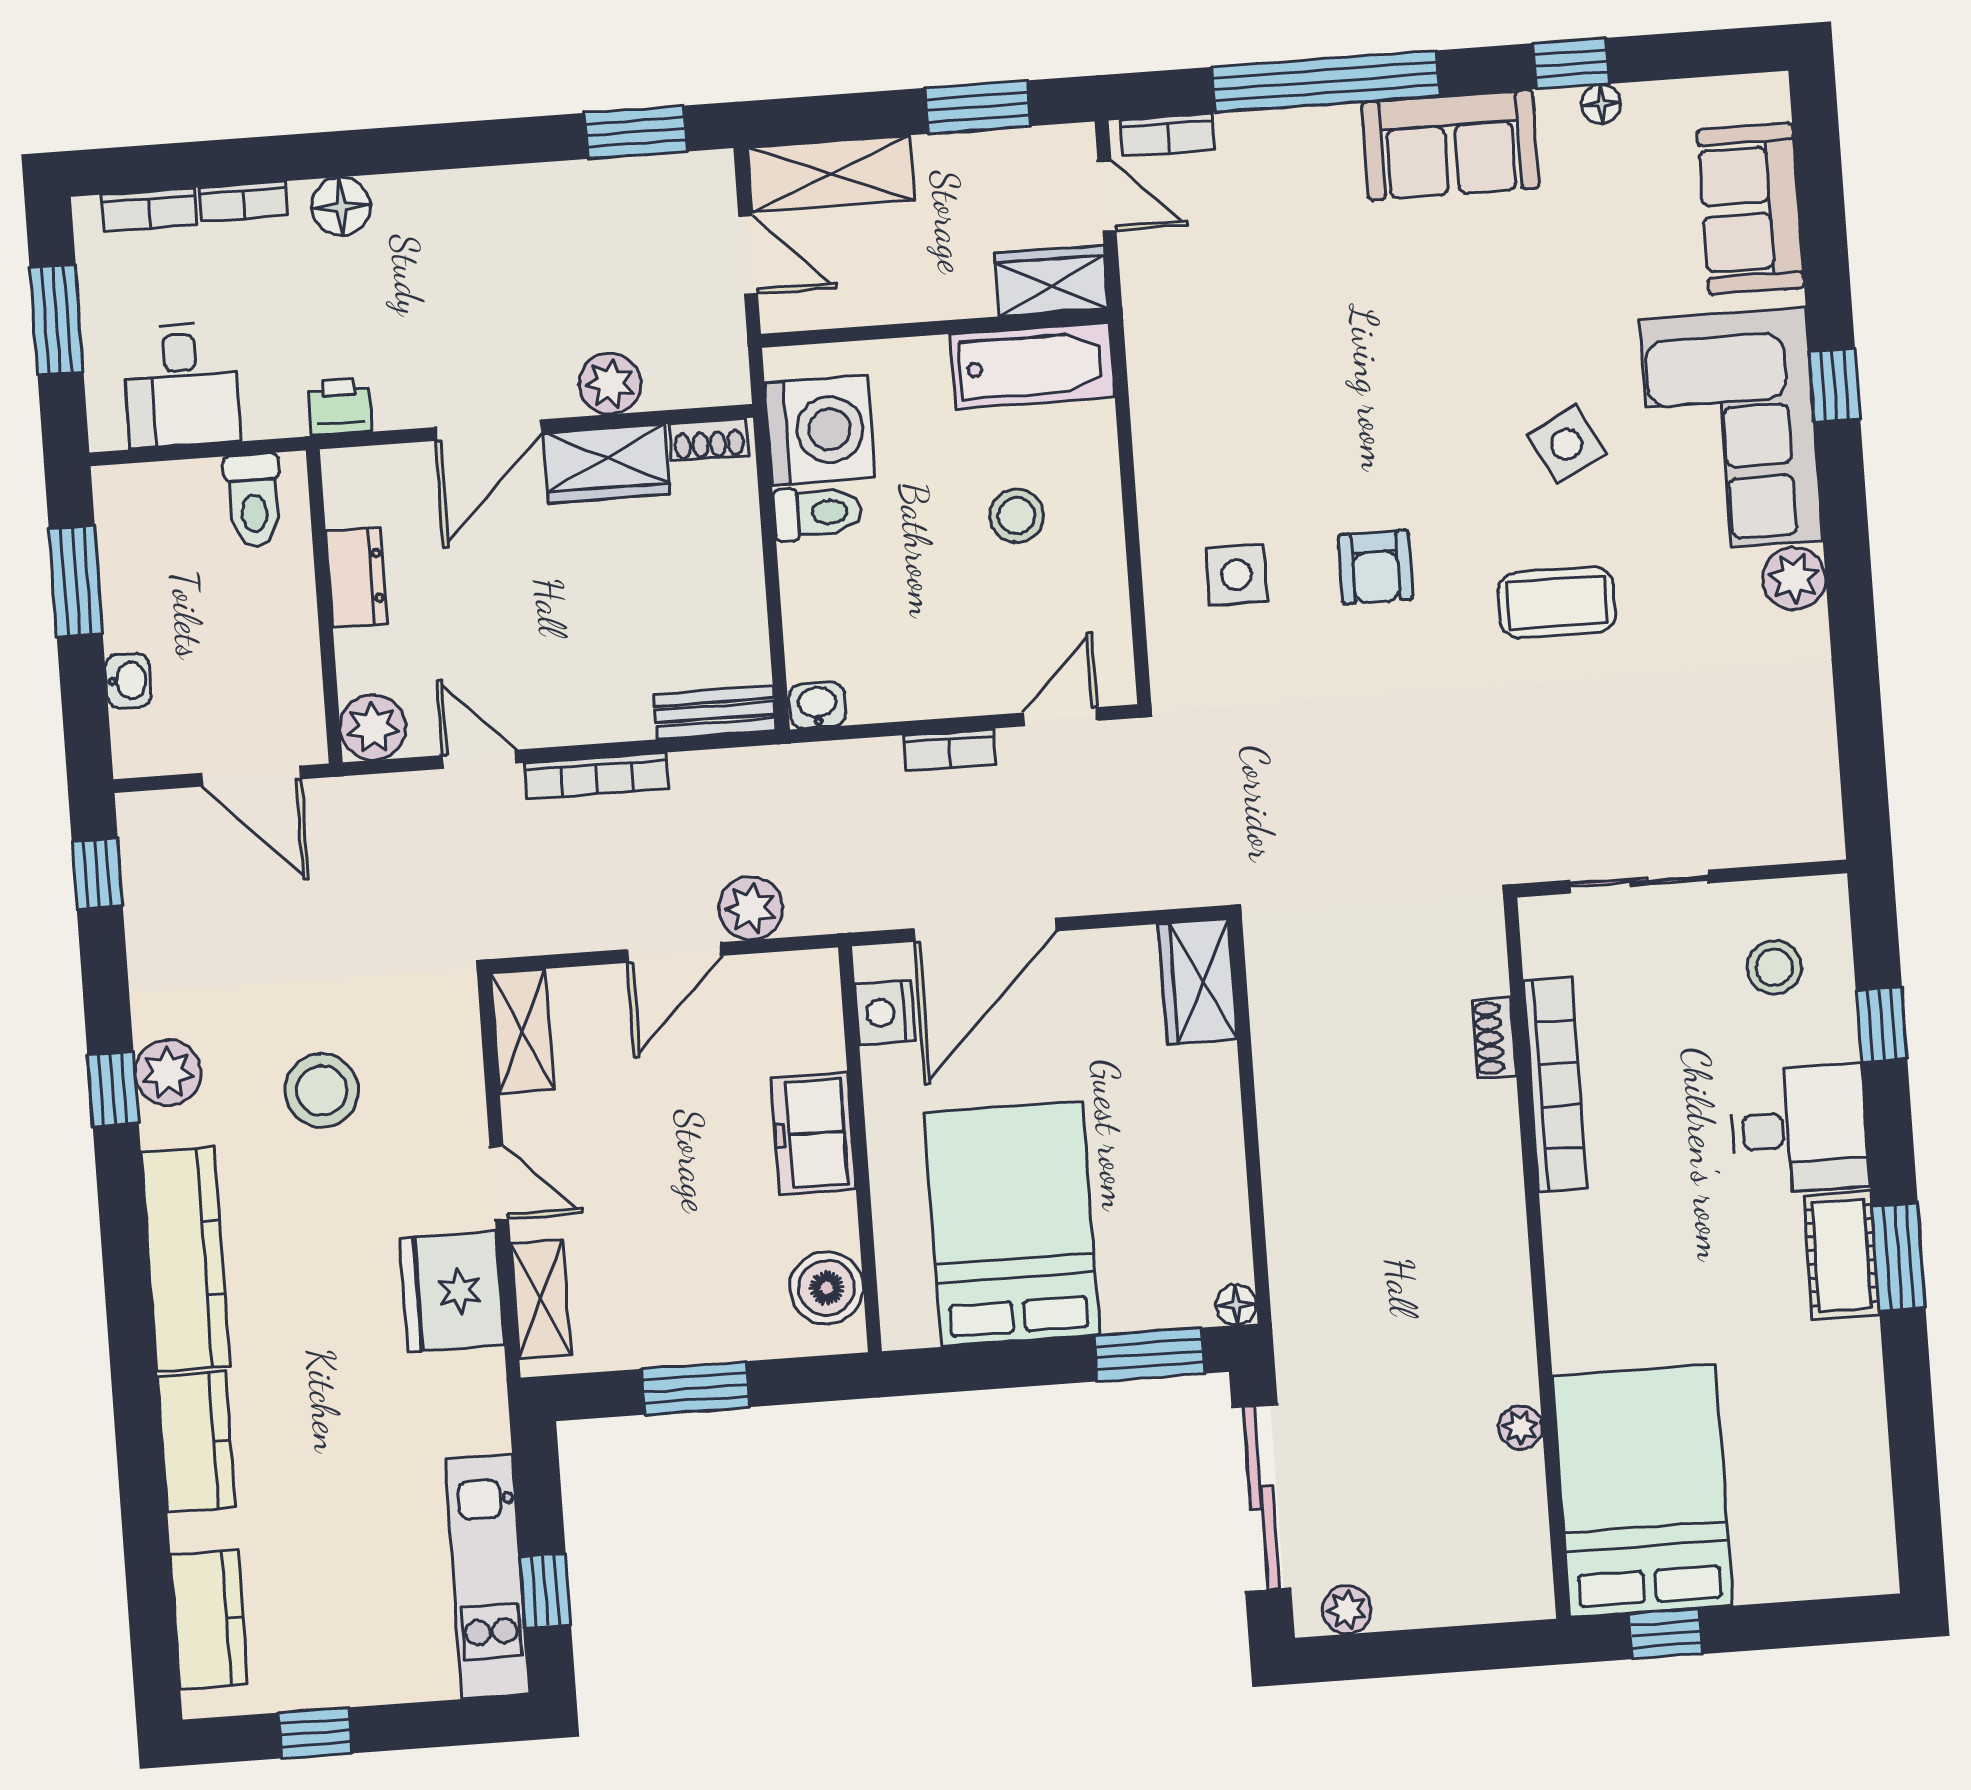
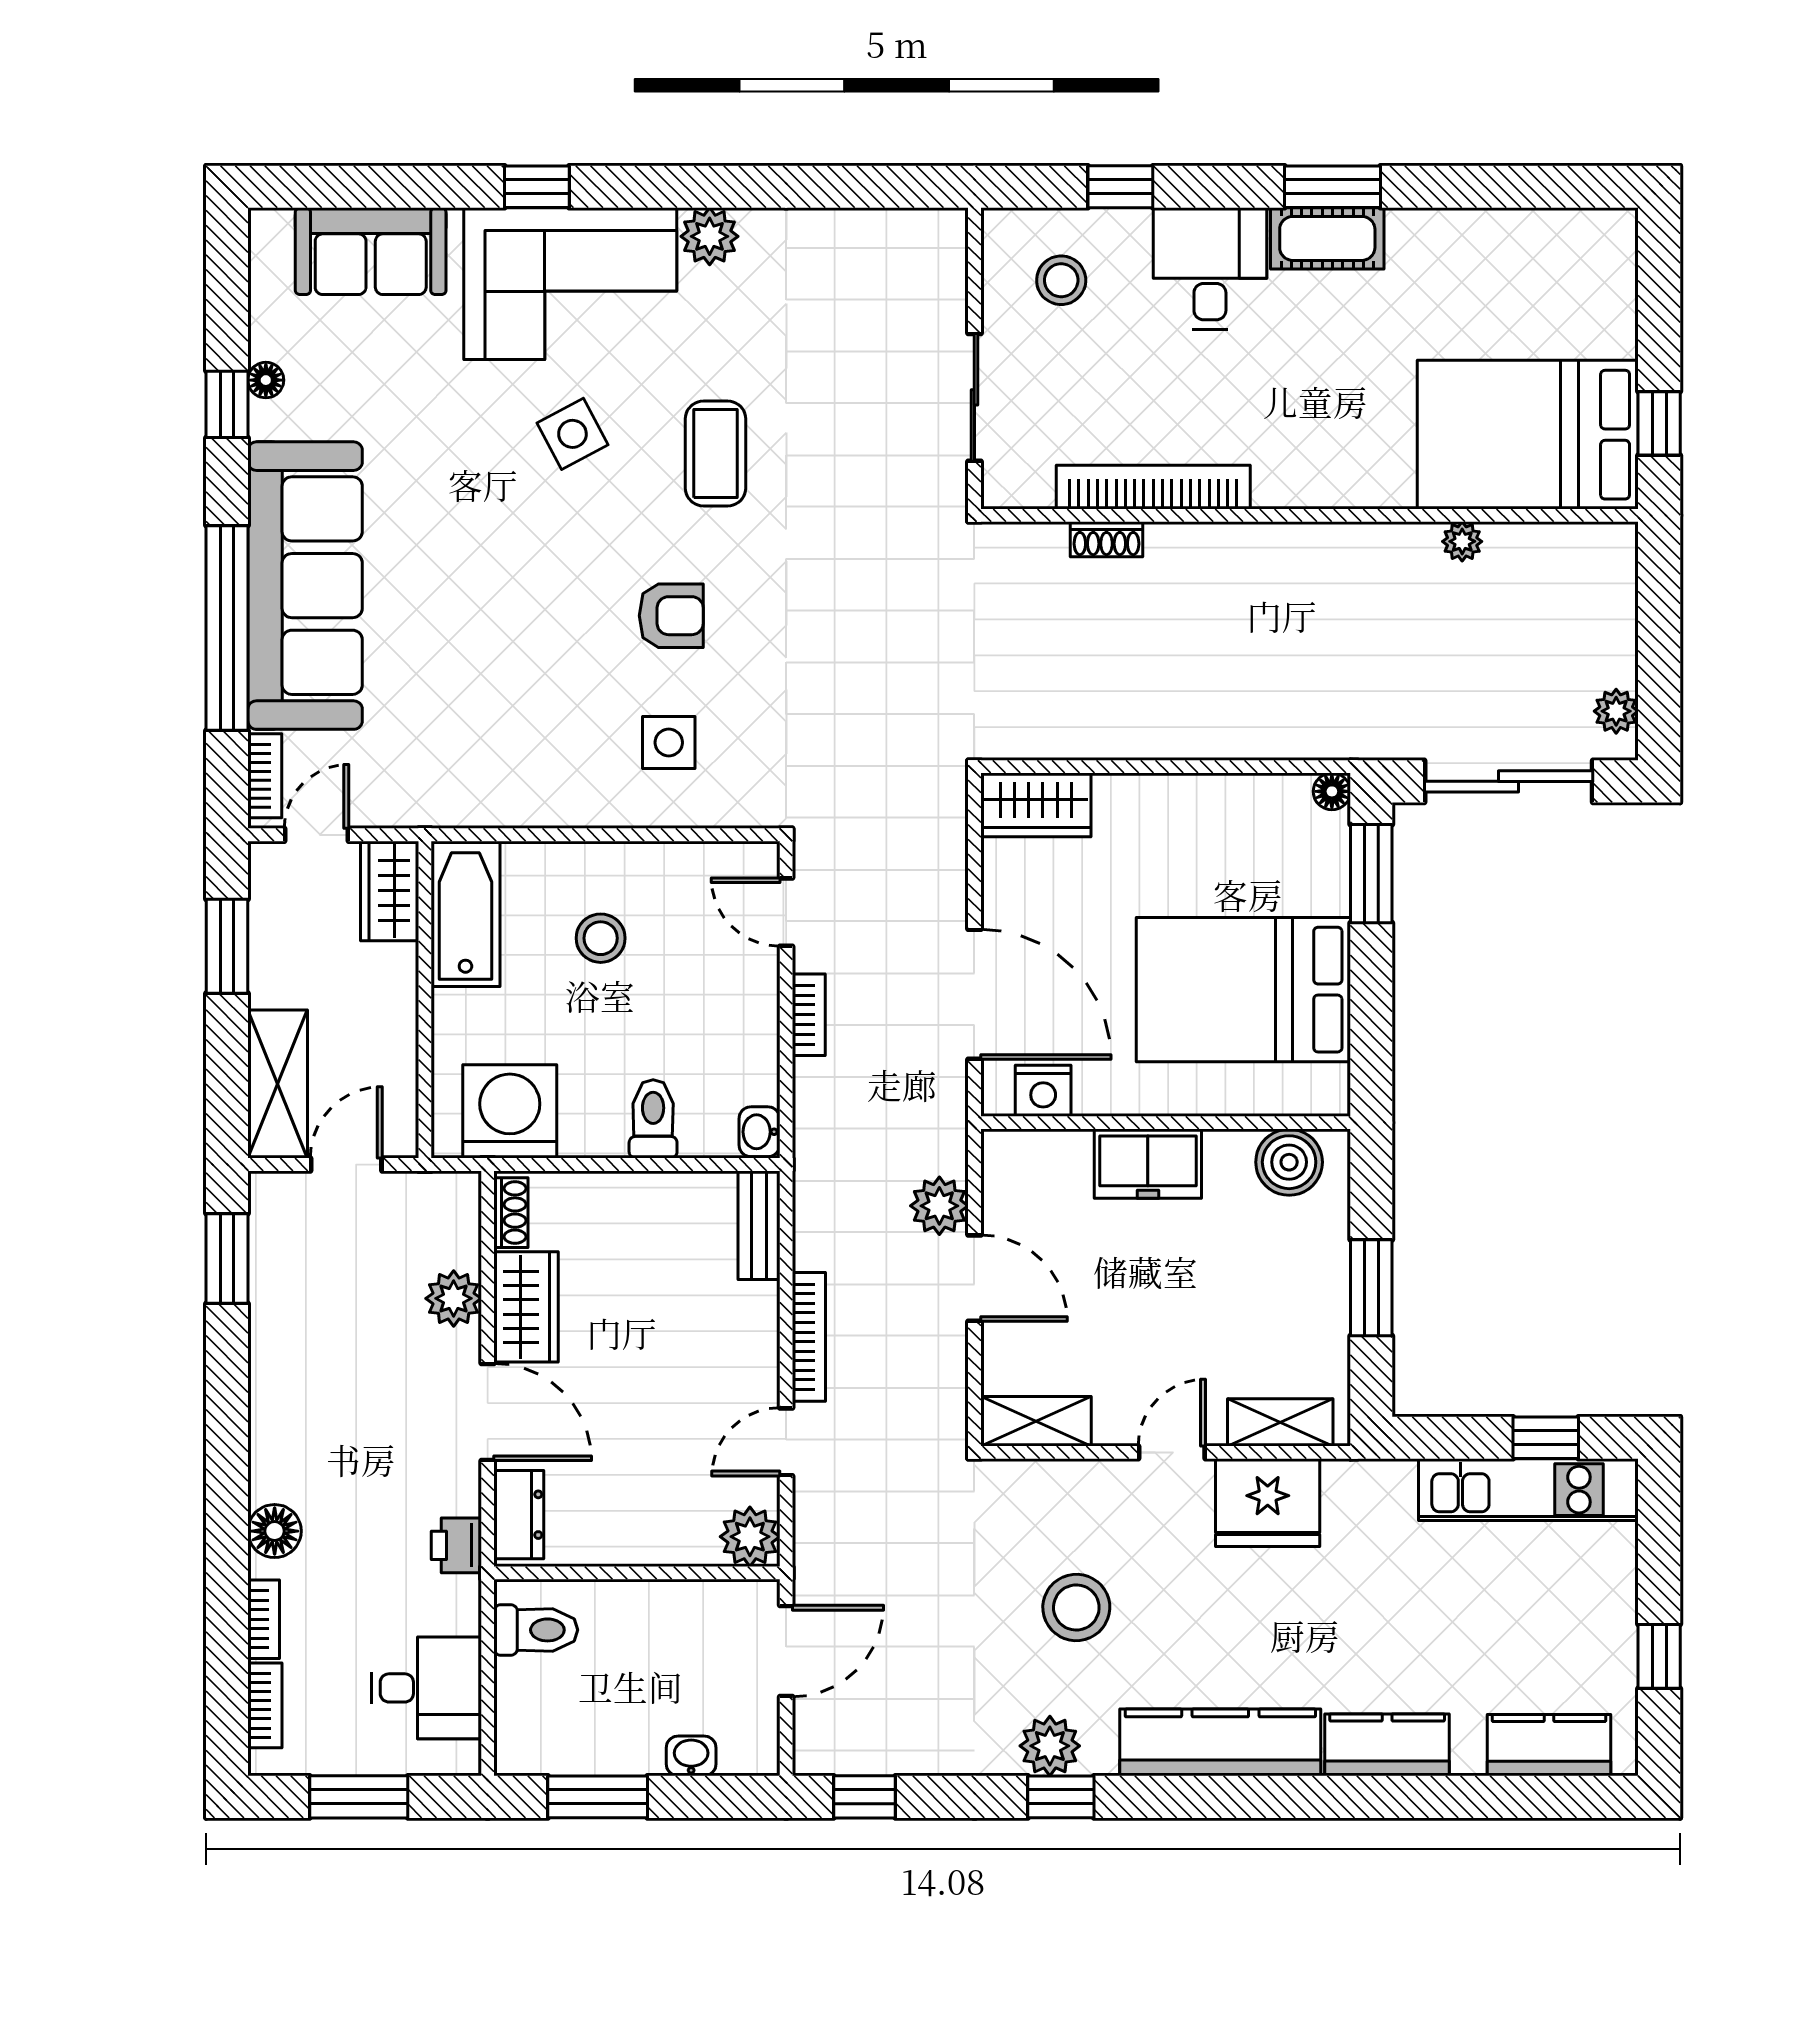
sofa: (1450, 145) -> (305, 586), width x1.85, depth x1.27
toilet: (817, 513) -> (653, 1119), moved
dresser: (357, 577) -> (519, 1515), moved, turned 90

